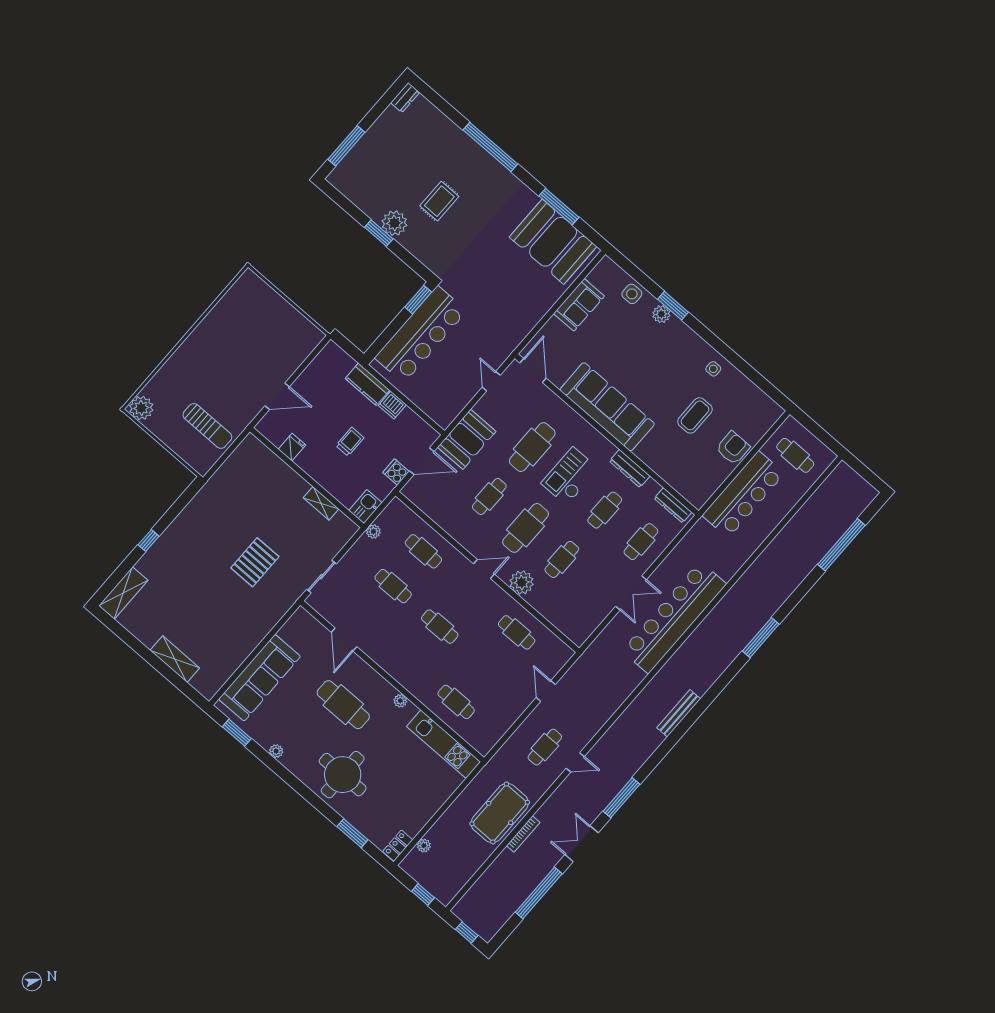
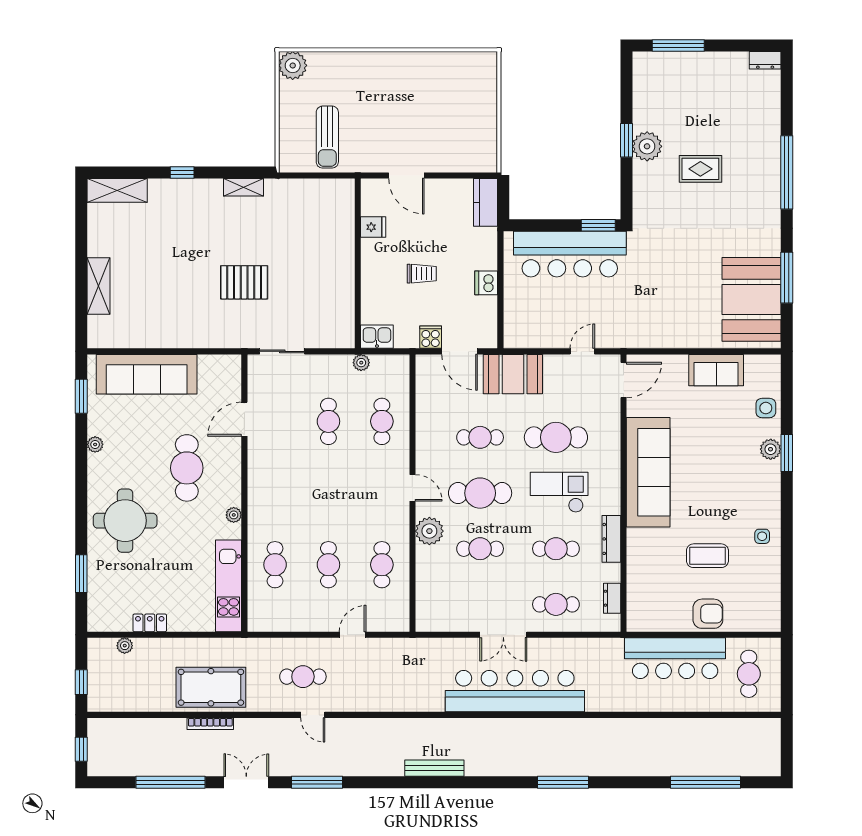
kitchen counter: (367, 384) -> (485, 202), moved
shelving: (321, 503) -> (244, 187), moved, turned 90
dresser: (673, 505) -> (612, 598), width x0.70
cafe table: (440, 627) -> (328, 565), moved
locker: (398, 846) -> (150, 623), moved

